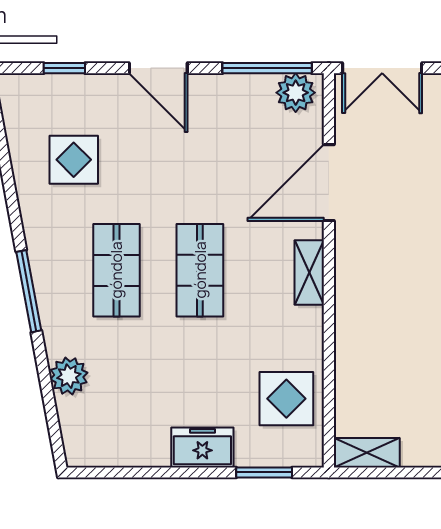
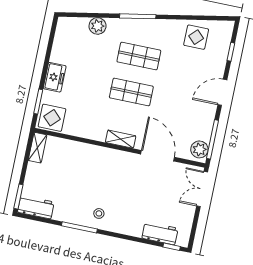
display table: (74, 160) -> (196, 37), moved
display table: (286, 399) -> (52, 118), moved

